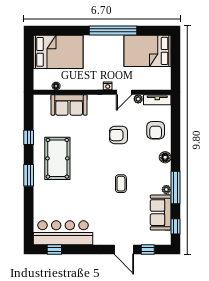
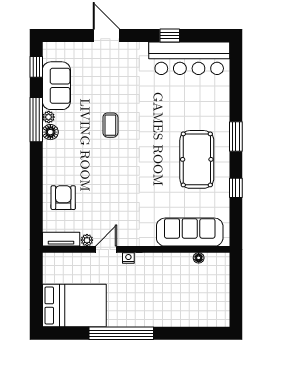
bed: (58, 52) -> (196, 304), removed
sofa: (69, 105) -> (190, 232), width x1.36
armchair: (119, 135) -> (114, 191), removed
floor lamp: (165, 157) -> (50, 132), moved
window: (54, 250) -> (170, 35), moved
window: (148, 250) -> (74, 35), removed

